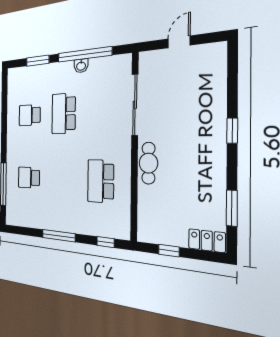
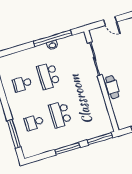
door: (179, 42) -> (110, 21), swing flipped
window: (38, 61) -> (18, 49), removed
school desk: (101, 181) -> (60, 114), moved
window: (106, 242) -> (100, 139), width x2.17

